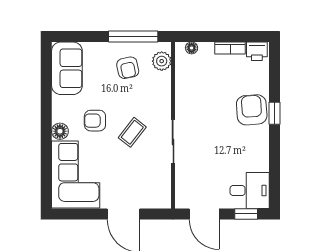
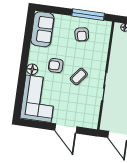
plant: (162, 61) -> (104, 33), removed

